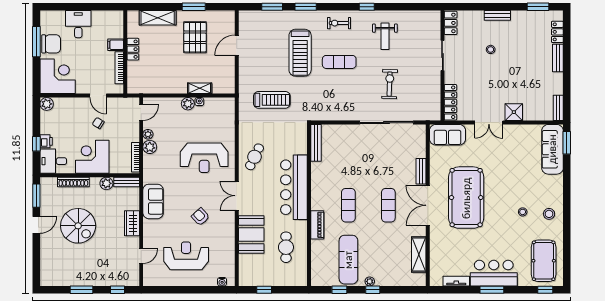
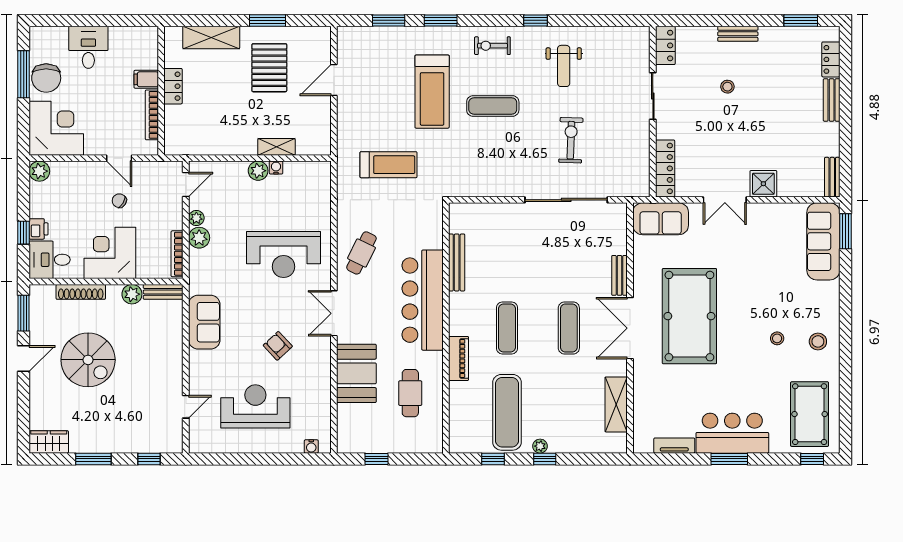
chair: (51, 44) -> (46, 78), turned 90
bench: (316, 143) -> (457, 262), moved
wardrobe: (132, 223) -> (49, 442), moved, turned 90

